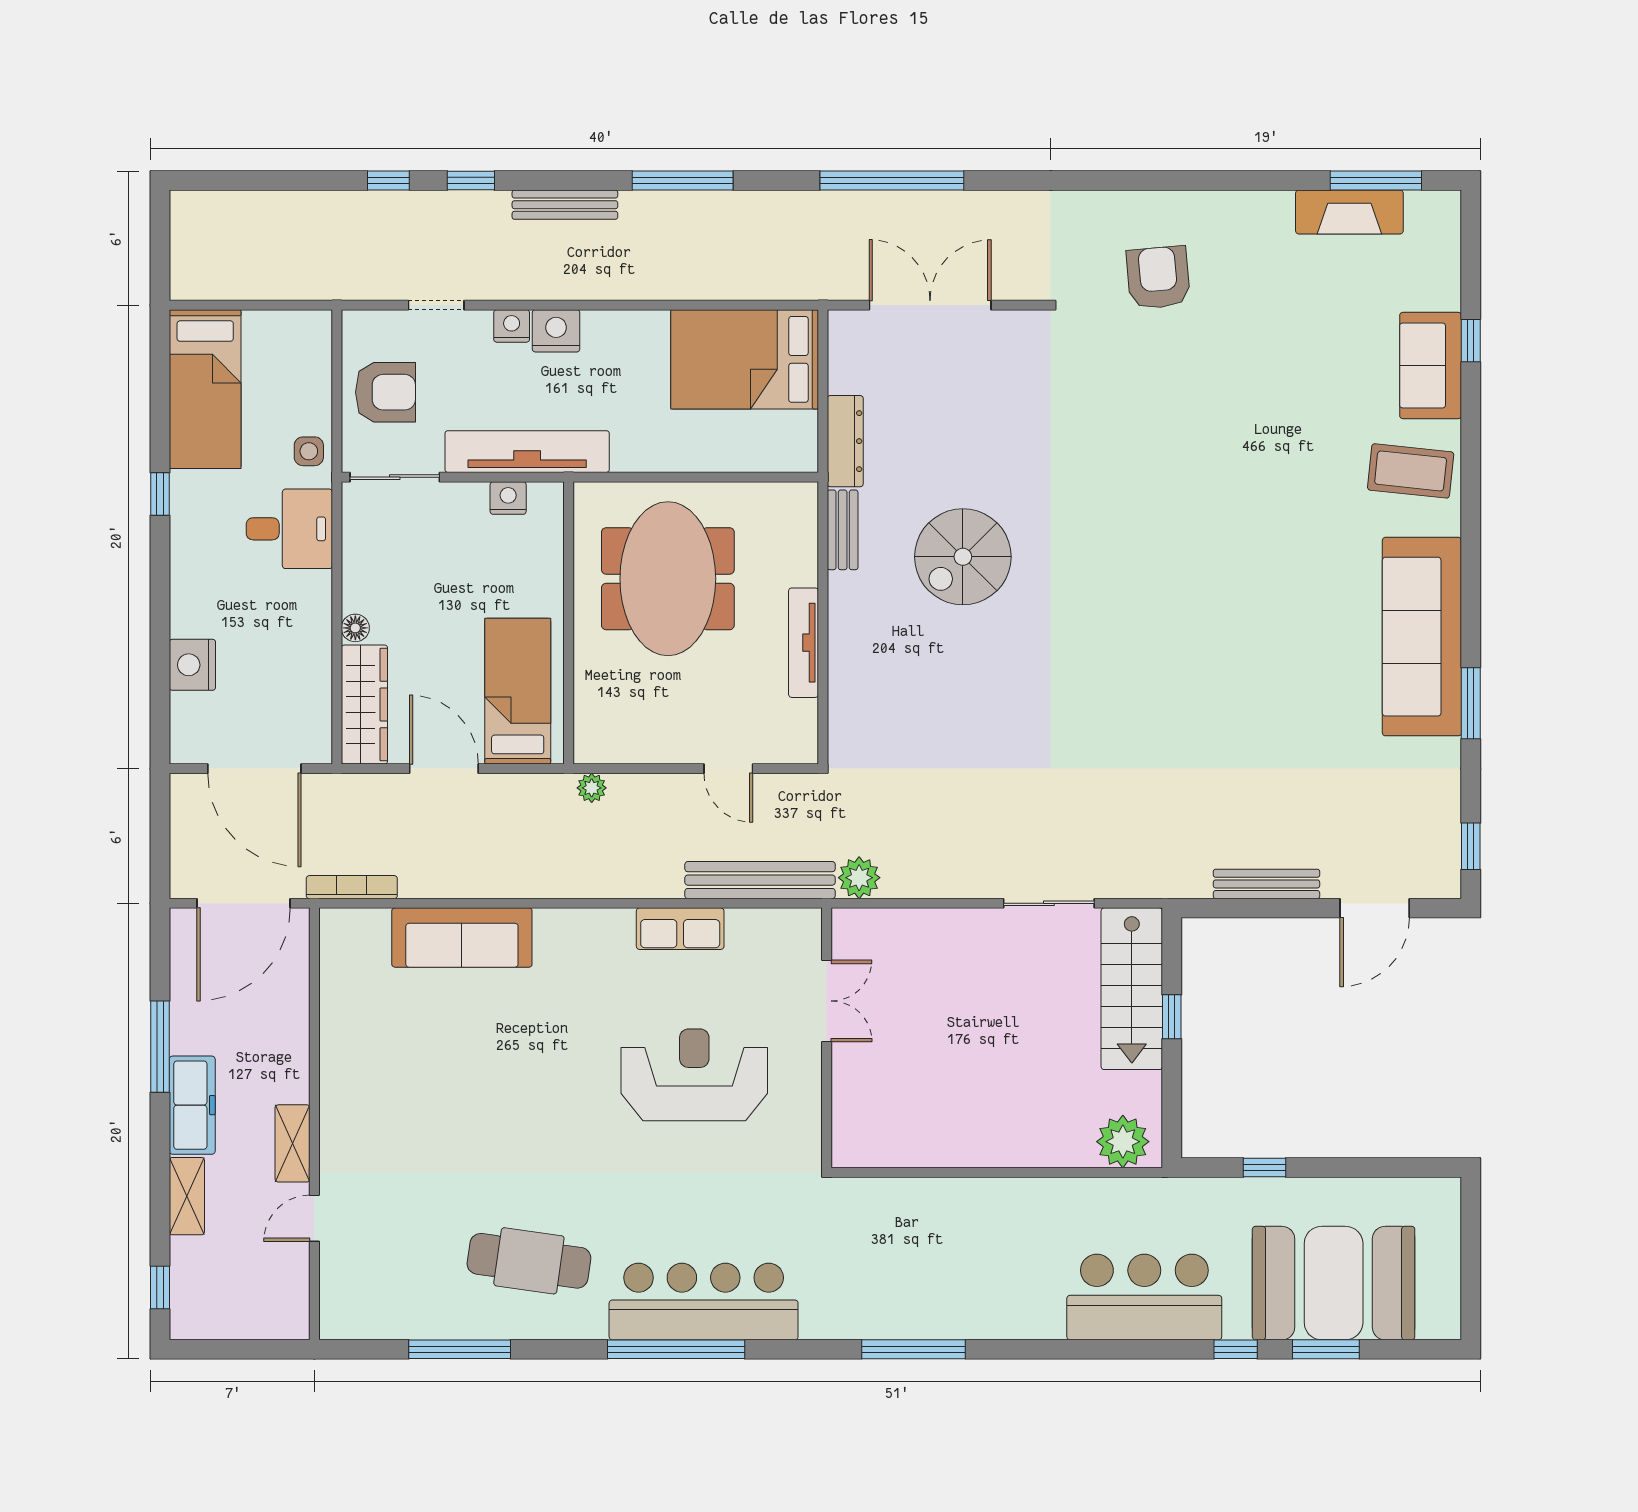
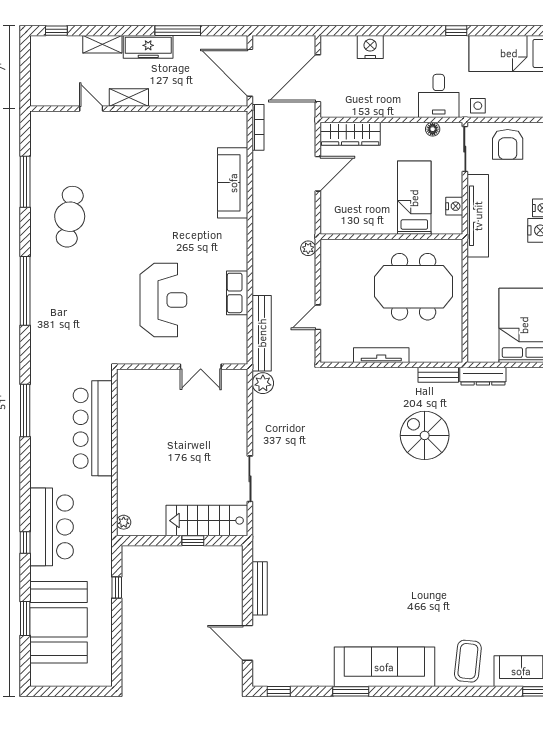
floor lamp: (355, 628) -> (433, 129), moved
bed: (518, 691) -> (414, 198), moved, turned -90
plant: (1123, 1142) -> (124, 522), width x0.53, depth x0.53
bar counter: (704, 1301) -> (93, 428), moved, turned 180
window: (1236, 1349) -> (25, 542), moved

